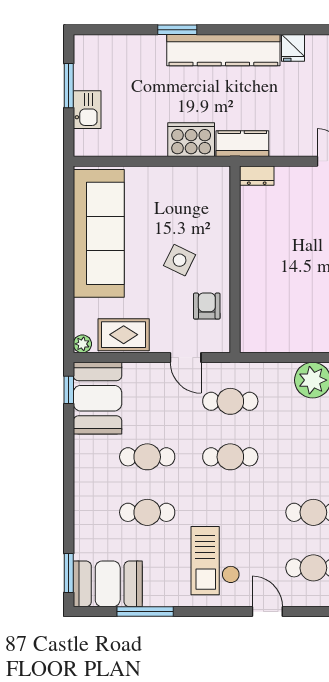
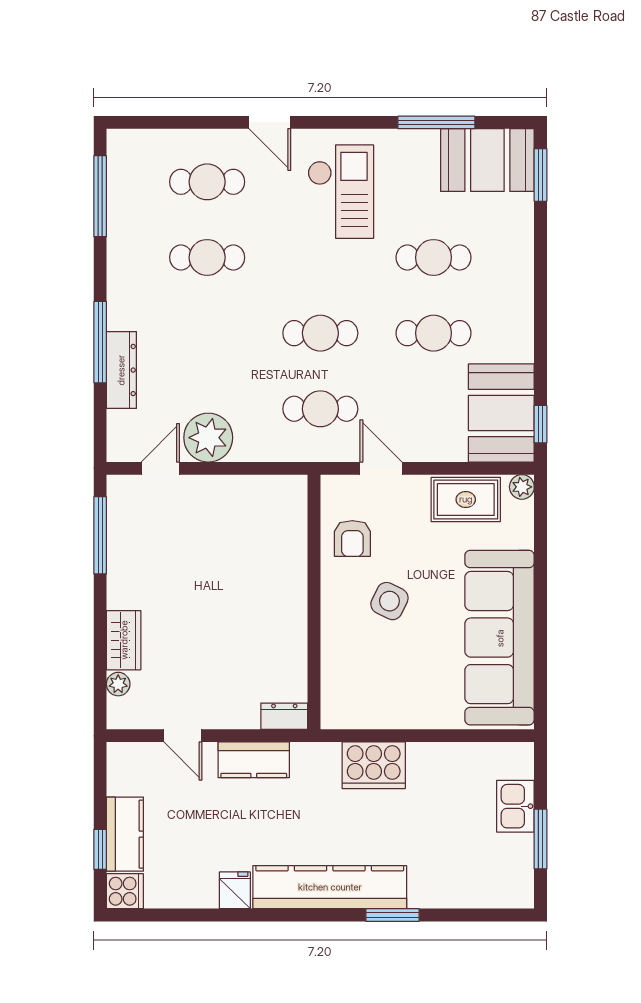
kitchen counter: (242, 144) -> (254, 760), moved

